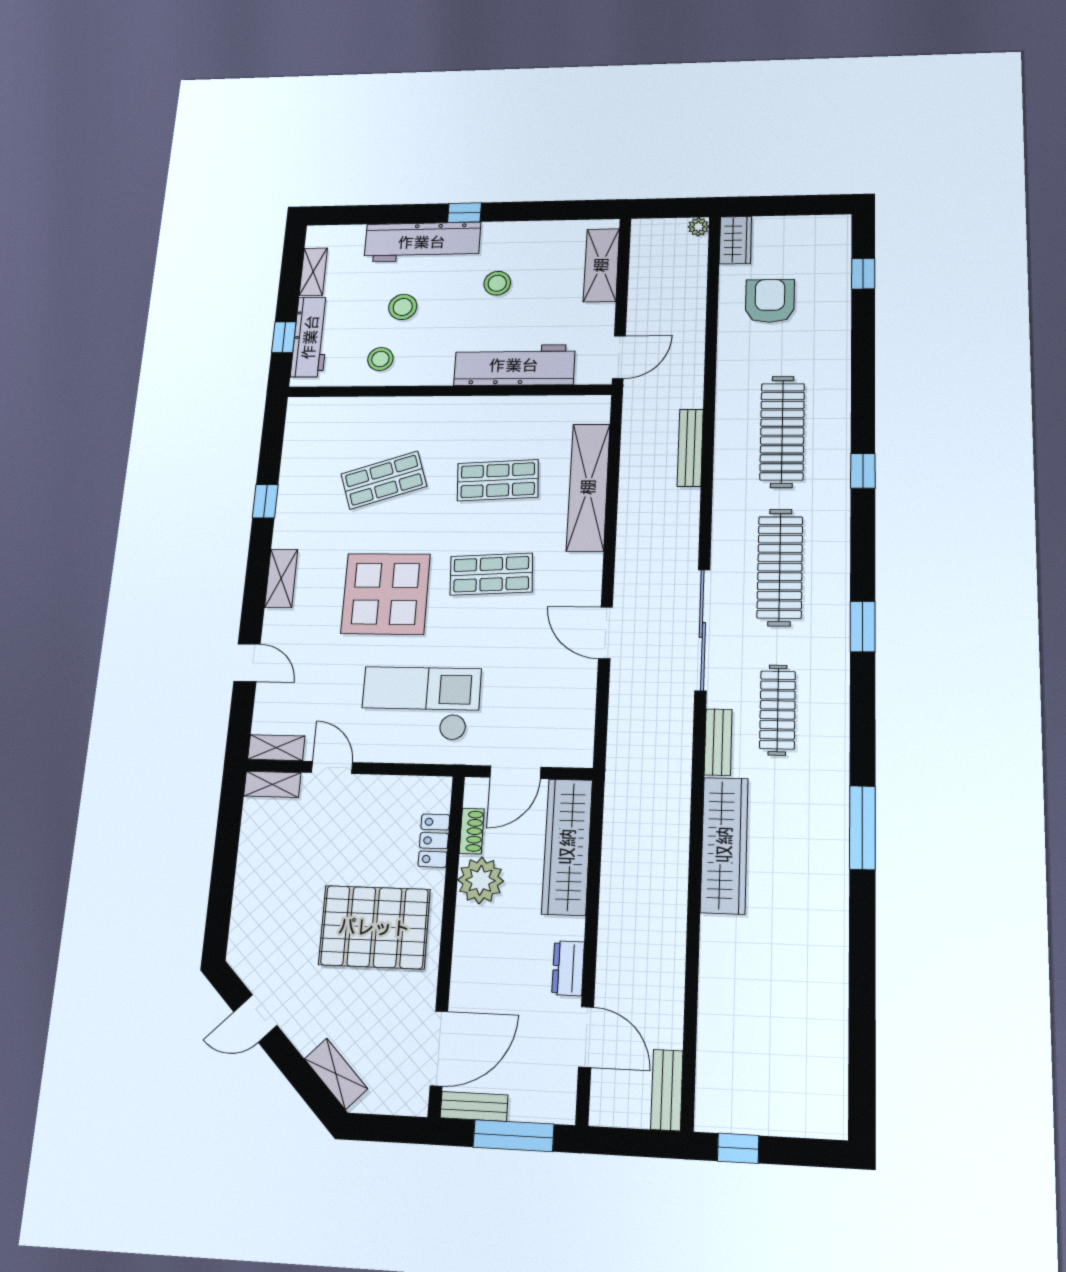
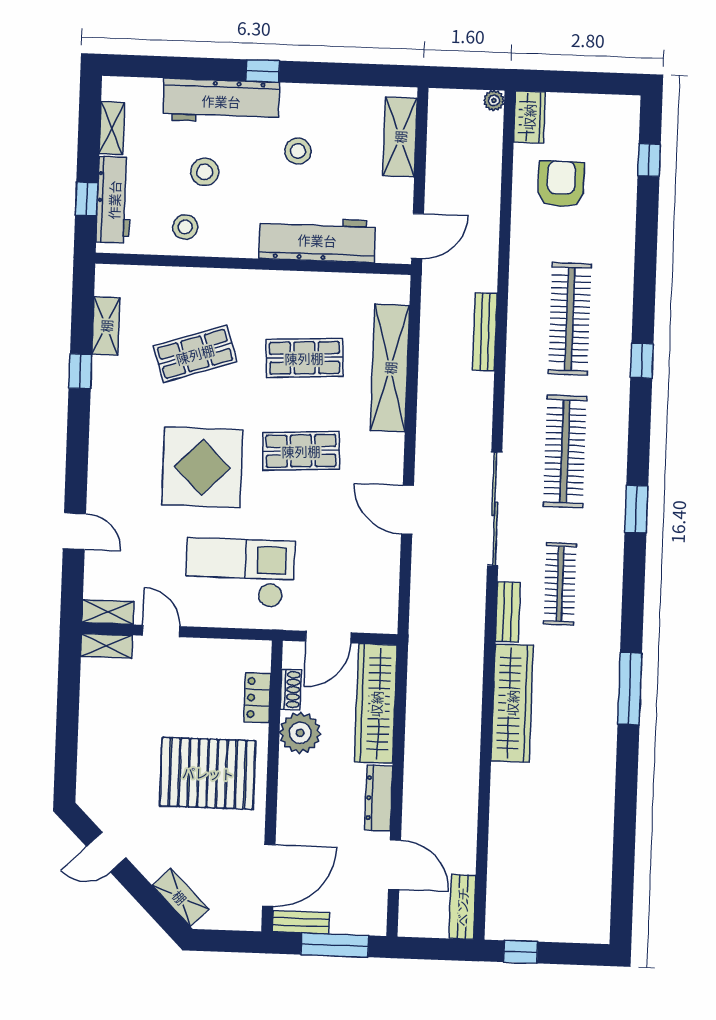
shelving: (281, 578) -> (106, 326), moved
dresser: (568, 968) -> (379, 798), width x1.44

